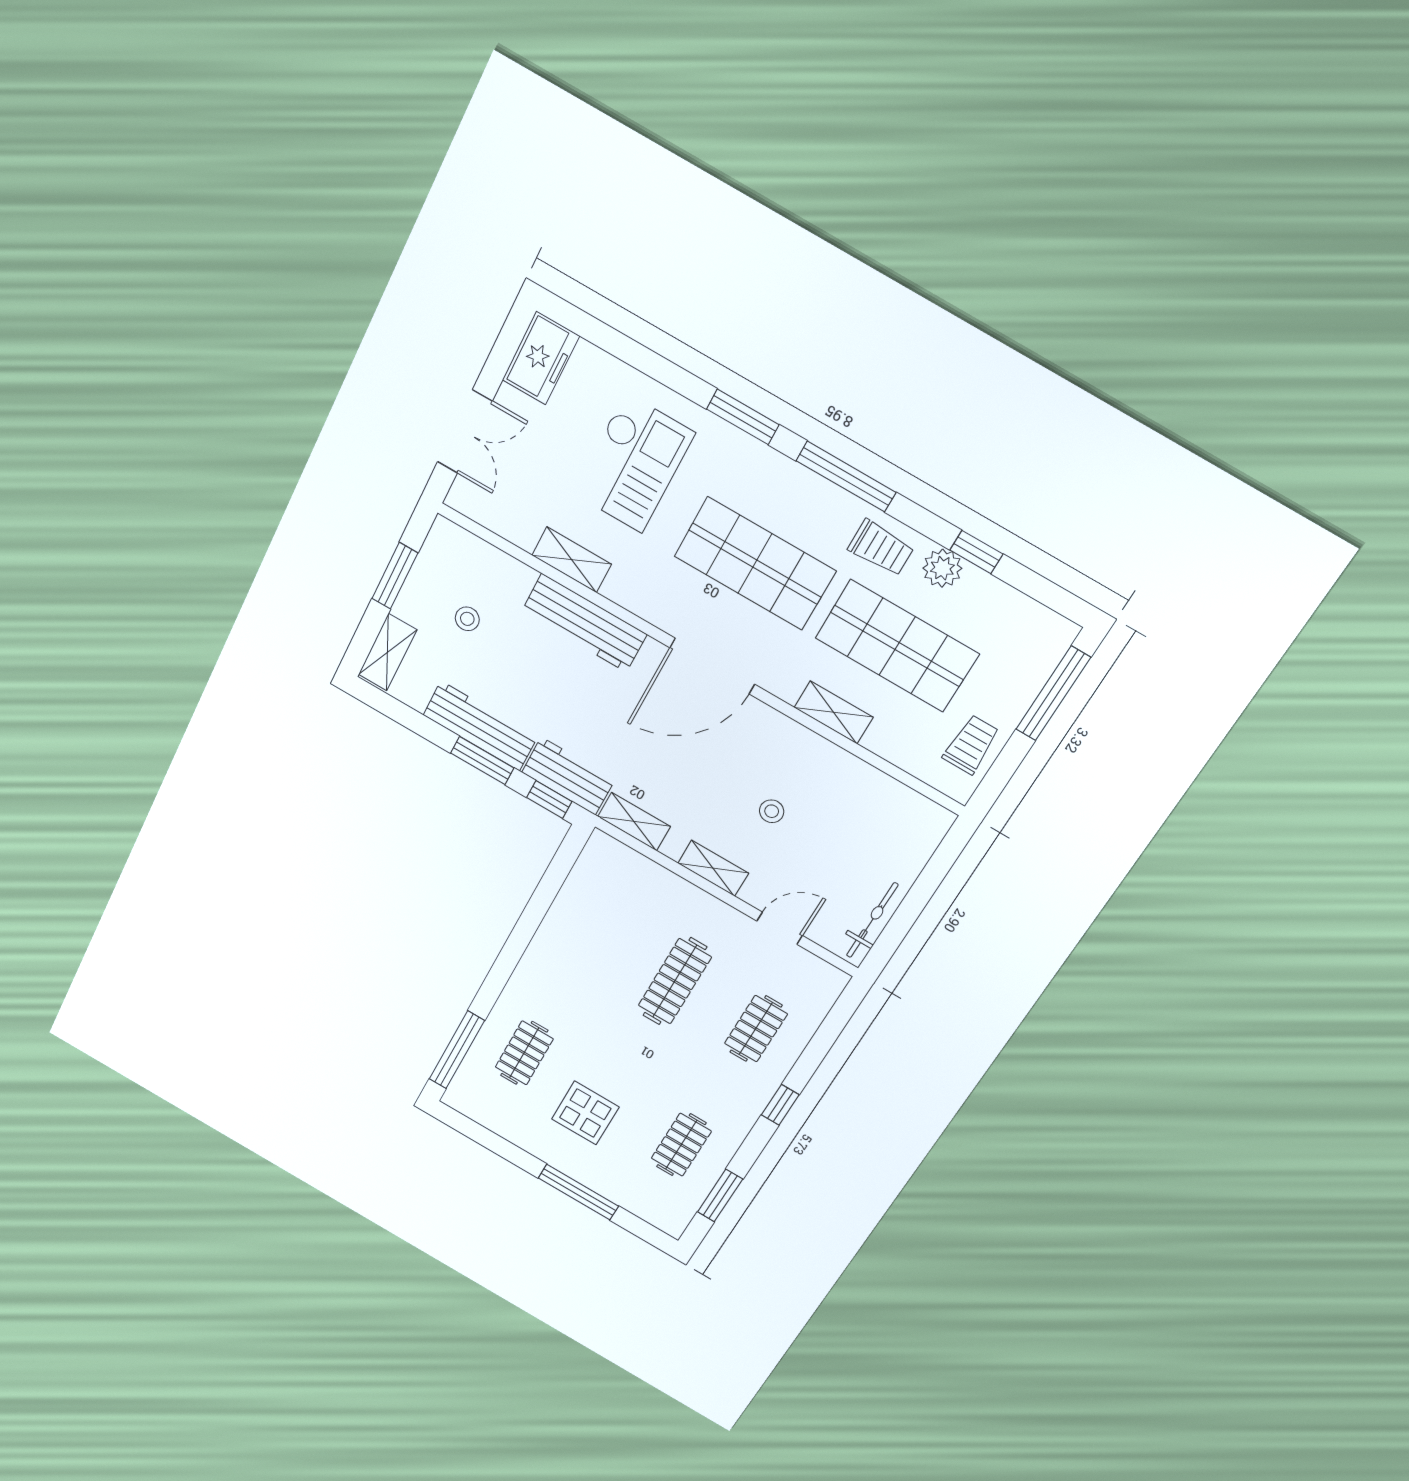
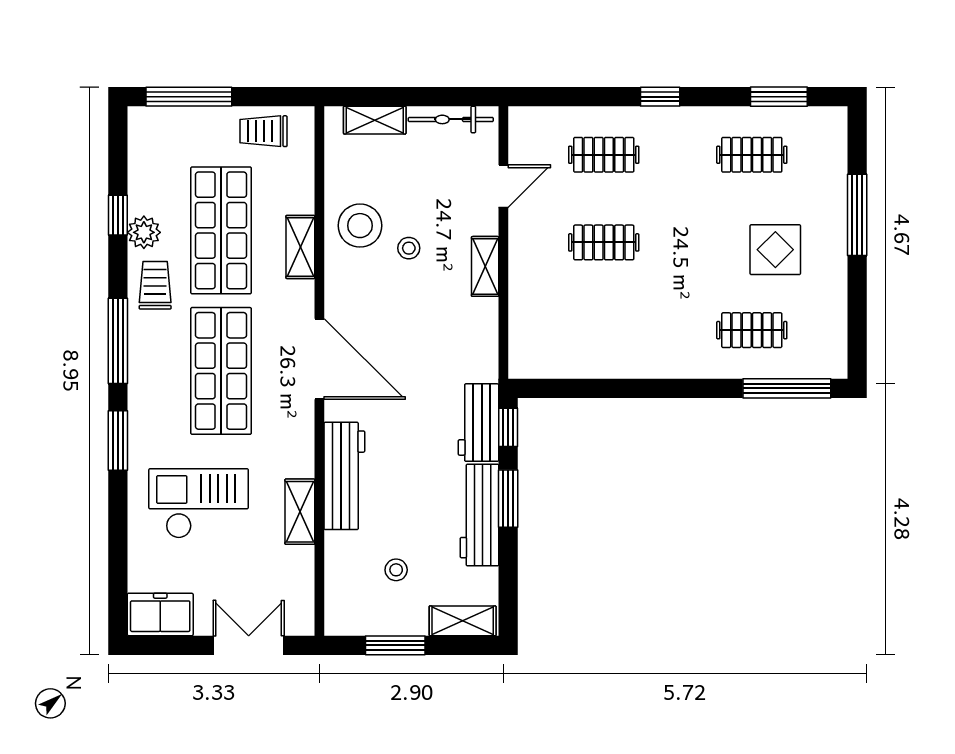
stool: (821, 780) -> (360, 226), added
shelving: (634, 822) -> (375, 120), moved, turned 90
door: (780, 928) -> (503, 186), swing flipped
clothes rail: (675, 981) -> (604, 242), width x0.73

